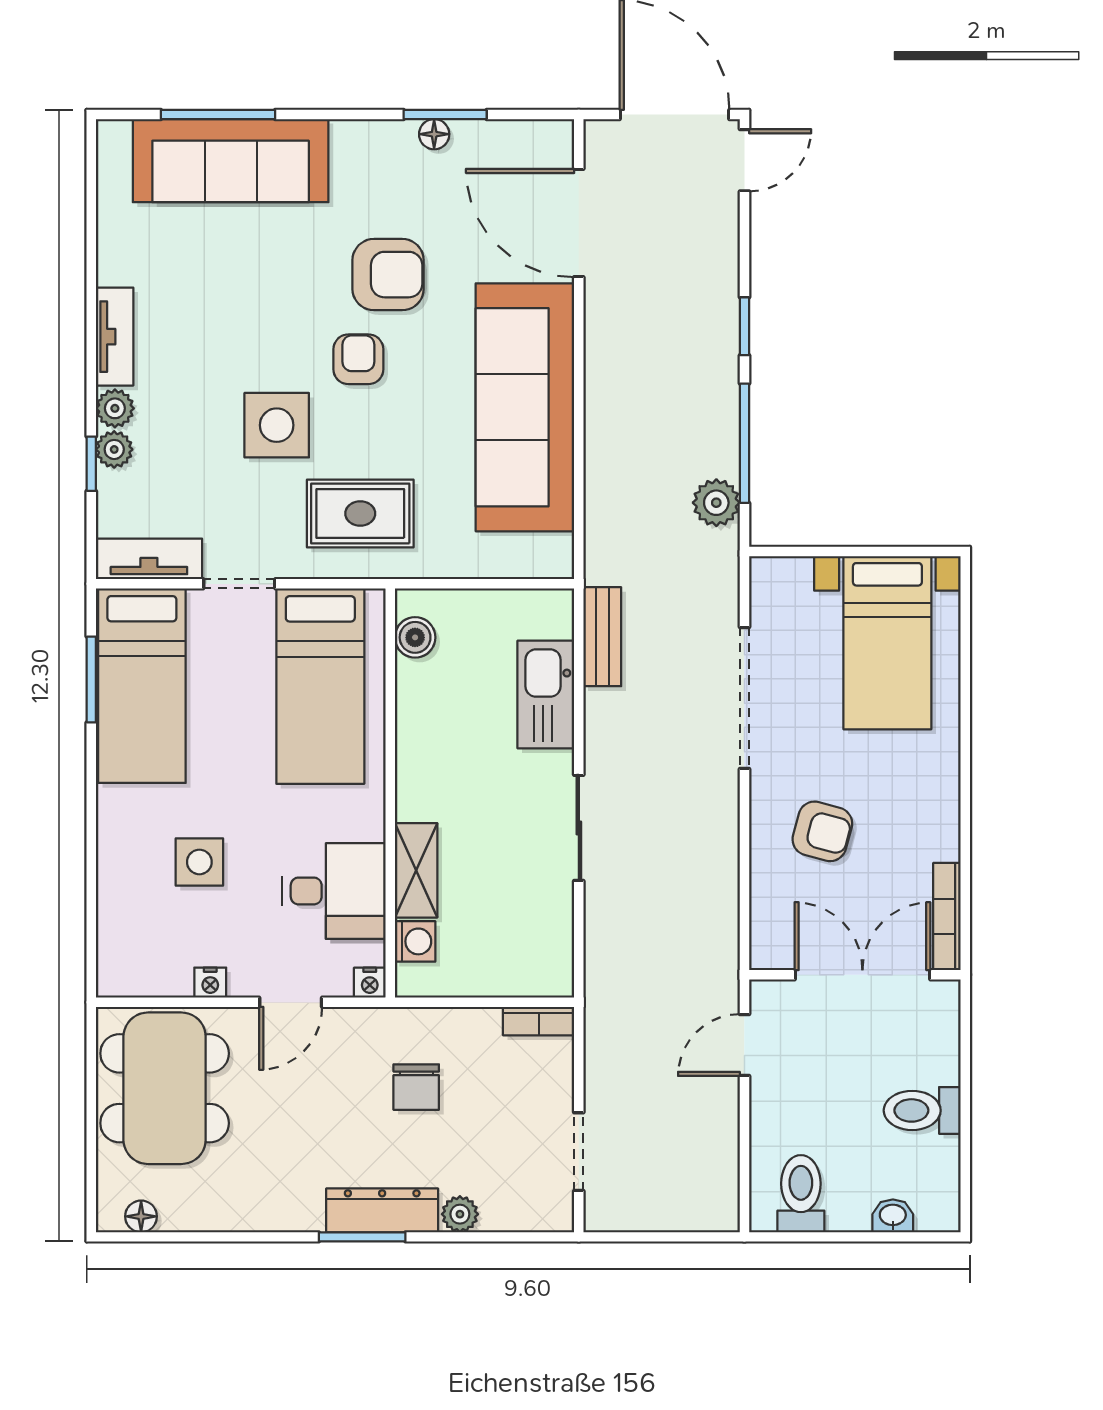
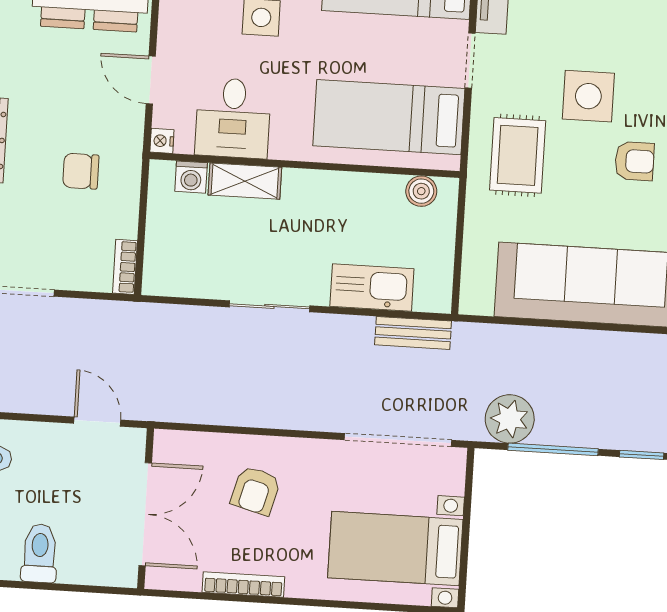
plant: (716, 503) -> (510, 419), width x1.36, depth x1.36
doorway: (744, 698) -> (398, 440), moved
bookcase: (947, 917) -> (243, 584), moved
nightstand: (210, 983) -> (169, 20), removed

